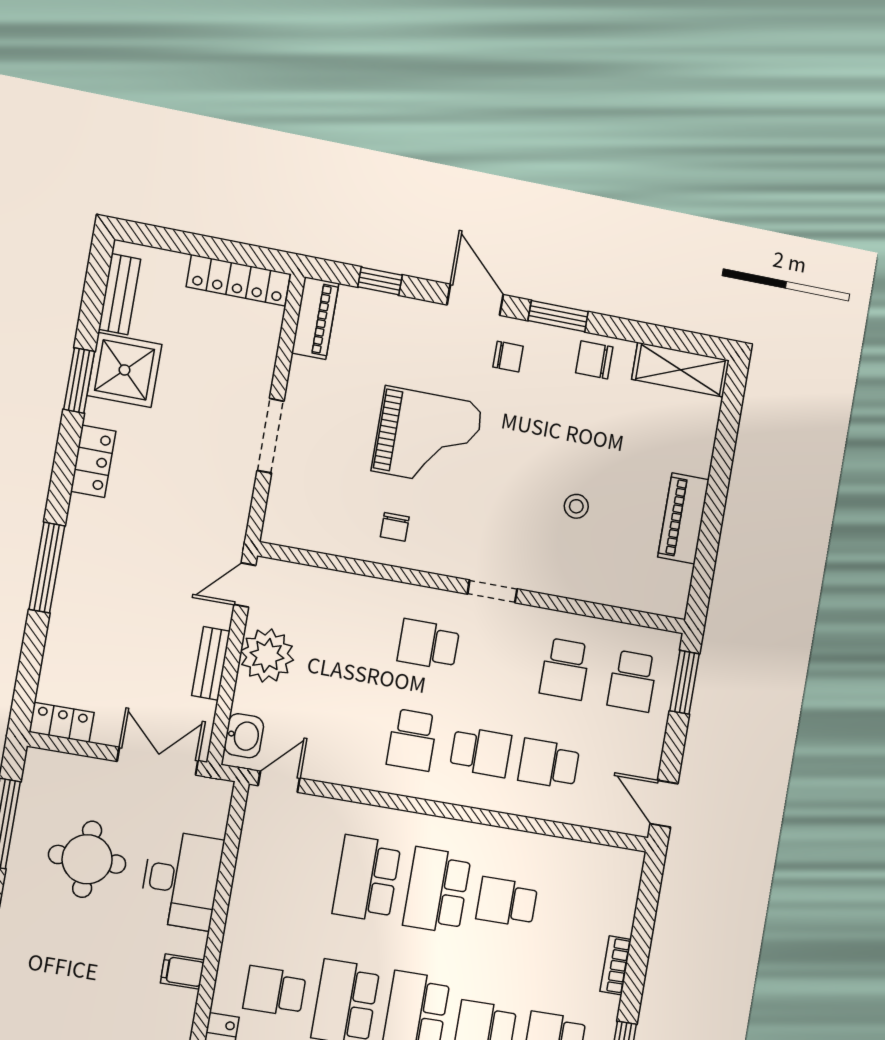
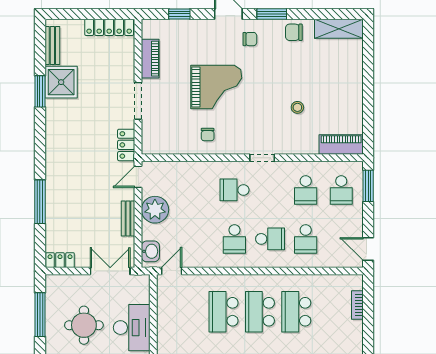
piano: (315, 318) -> (150, 59), moved
locker: (93, 461) -> (126, 145), moved, turned 180
piano: (683, 518) -> (341, 145), moved, turned 90
window: (47, 568) -> (40, 202), moved
school desk: (549, 764) -> (306, 239), turned -90
school desk: (507, 902) -> (296, 312), width x1.85
bookcase: (616, 965) -> (357, 305), moved

